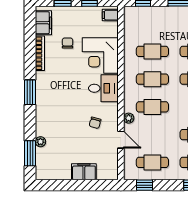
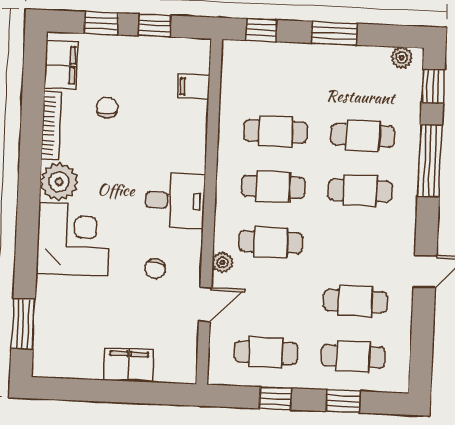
filing cabinet: (110, 15) -> (194, 87), moved
corner desk: (100, 56) -> (73, 239), moved, turned 180
window: (30, 92) -> (28, 202), removed
door: (121, 140) -> (205, 304), hinge flipped
plant: (40, 142) -> (59, 182), moved, width x1.88, depth x1.88
window: (145, 185) -> (275, 398), moved

